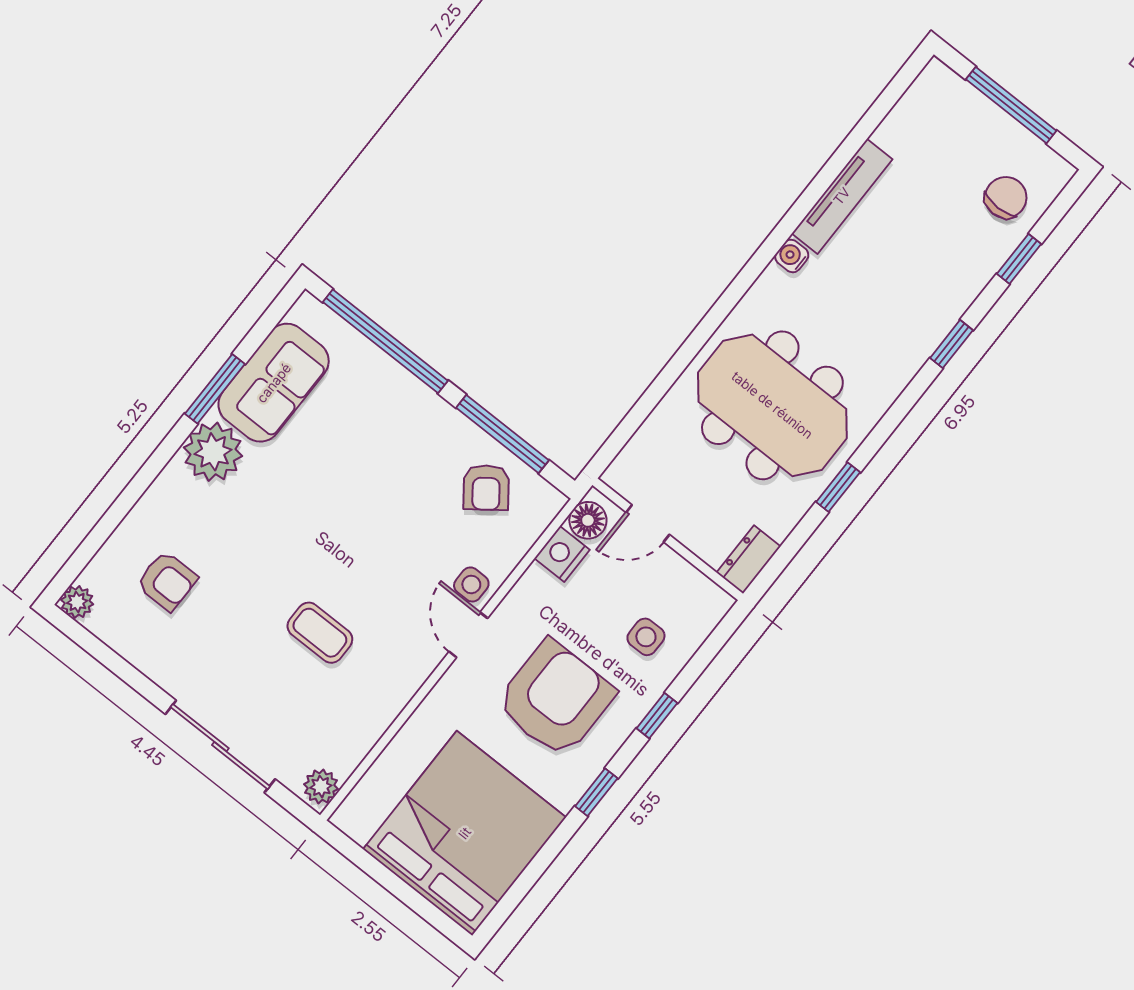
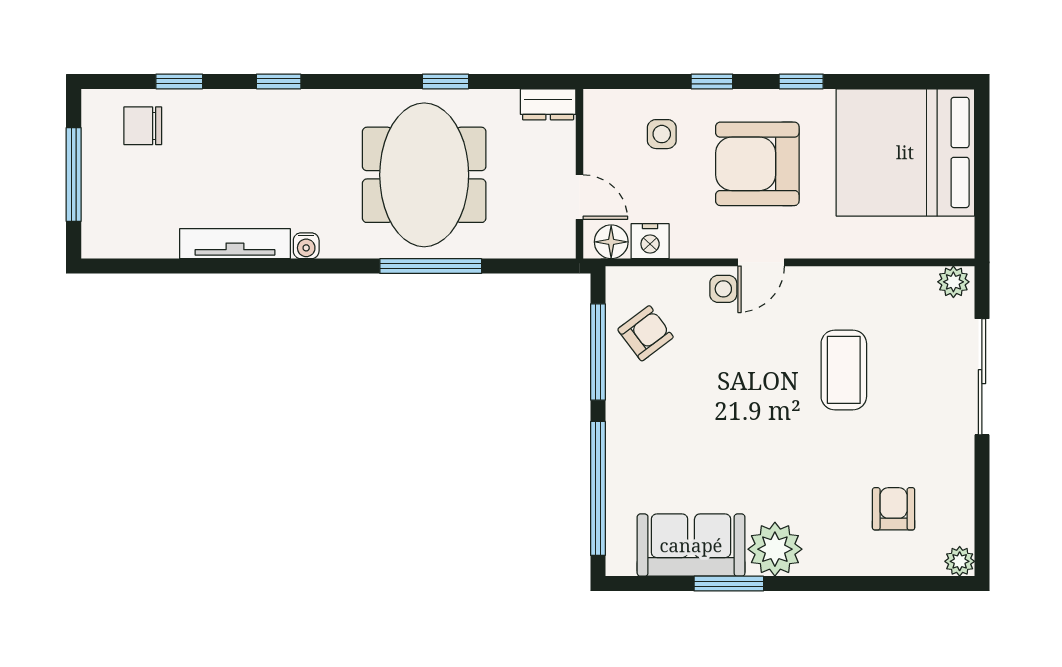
window: (690, 349) -> (431, 266), added
coffee table: (320, 633) -> (844, 370), width x1.36, depth x1.30

